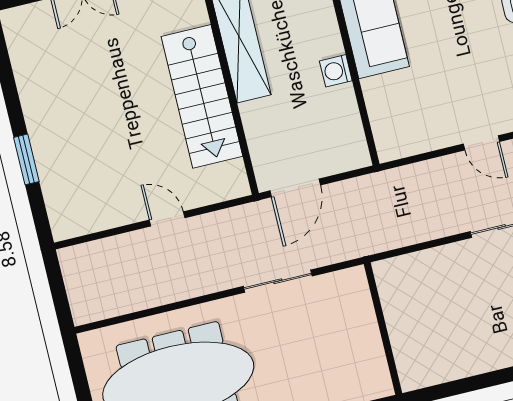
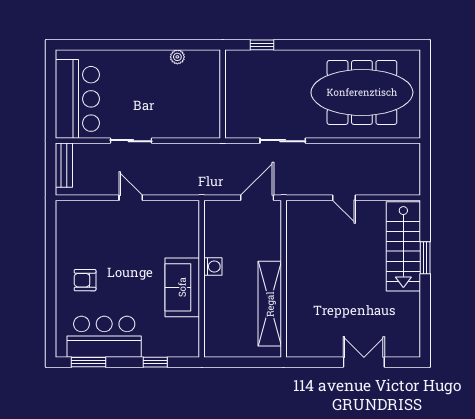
stairs: (202, 96) -> (403, 246), moved, turned 180
plant: (463, 367) -> (177, 57), added

